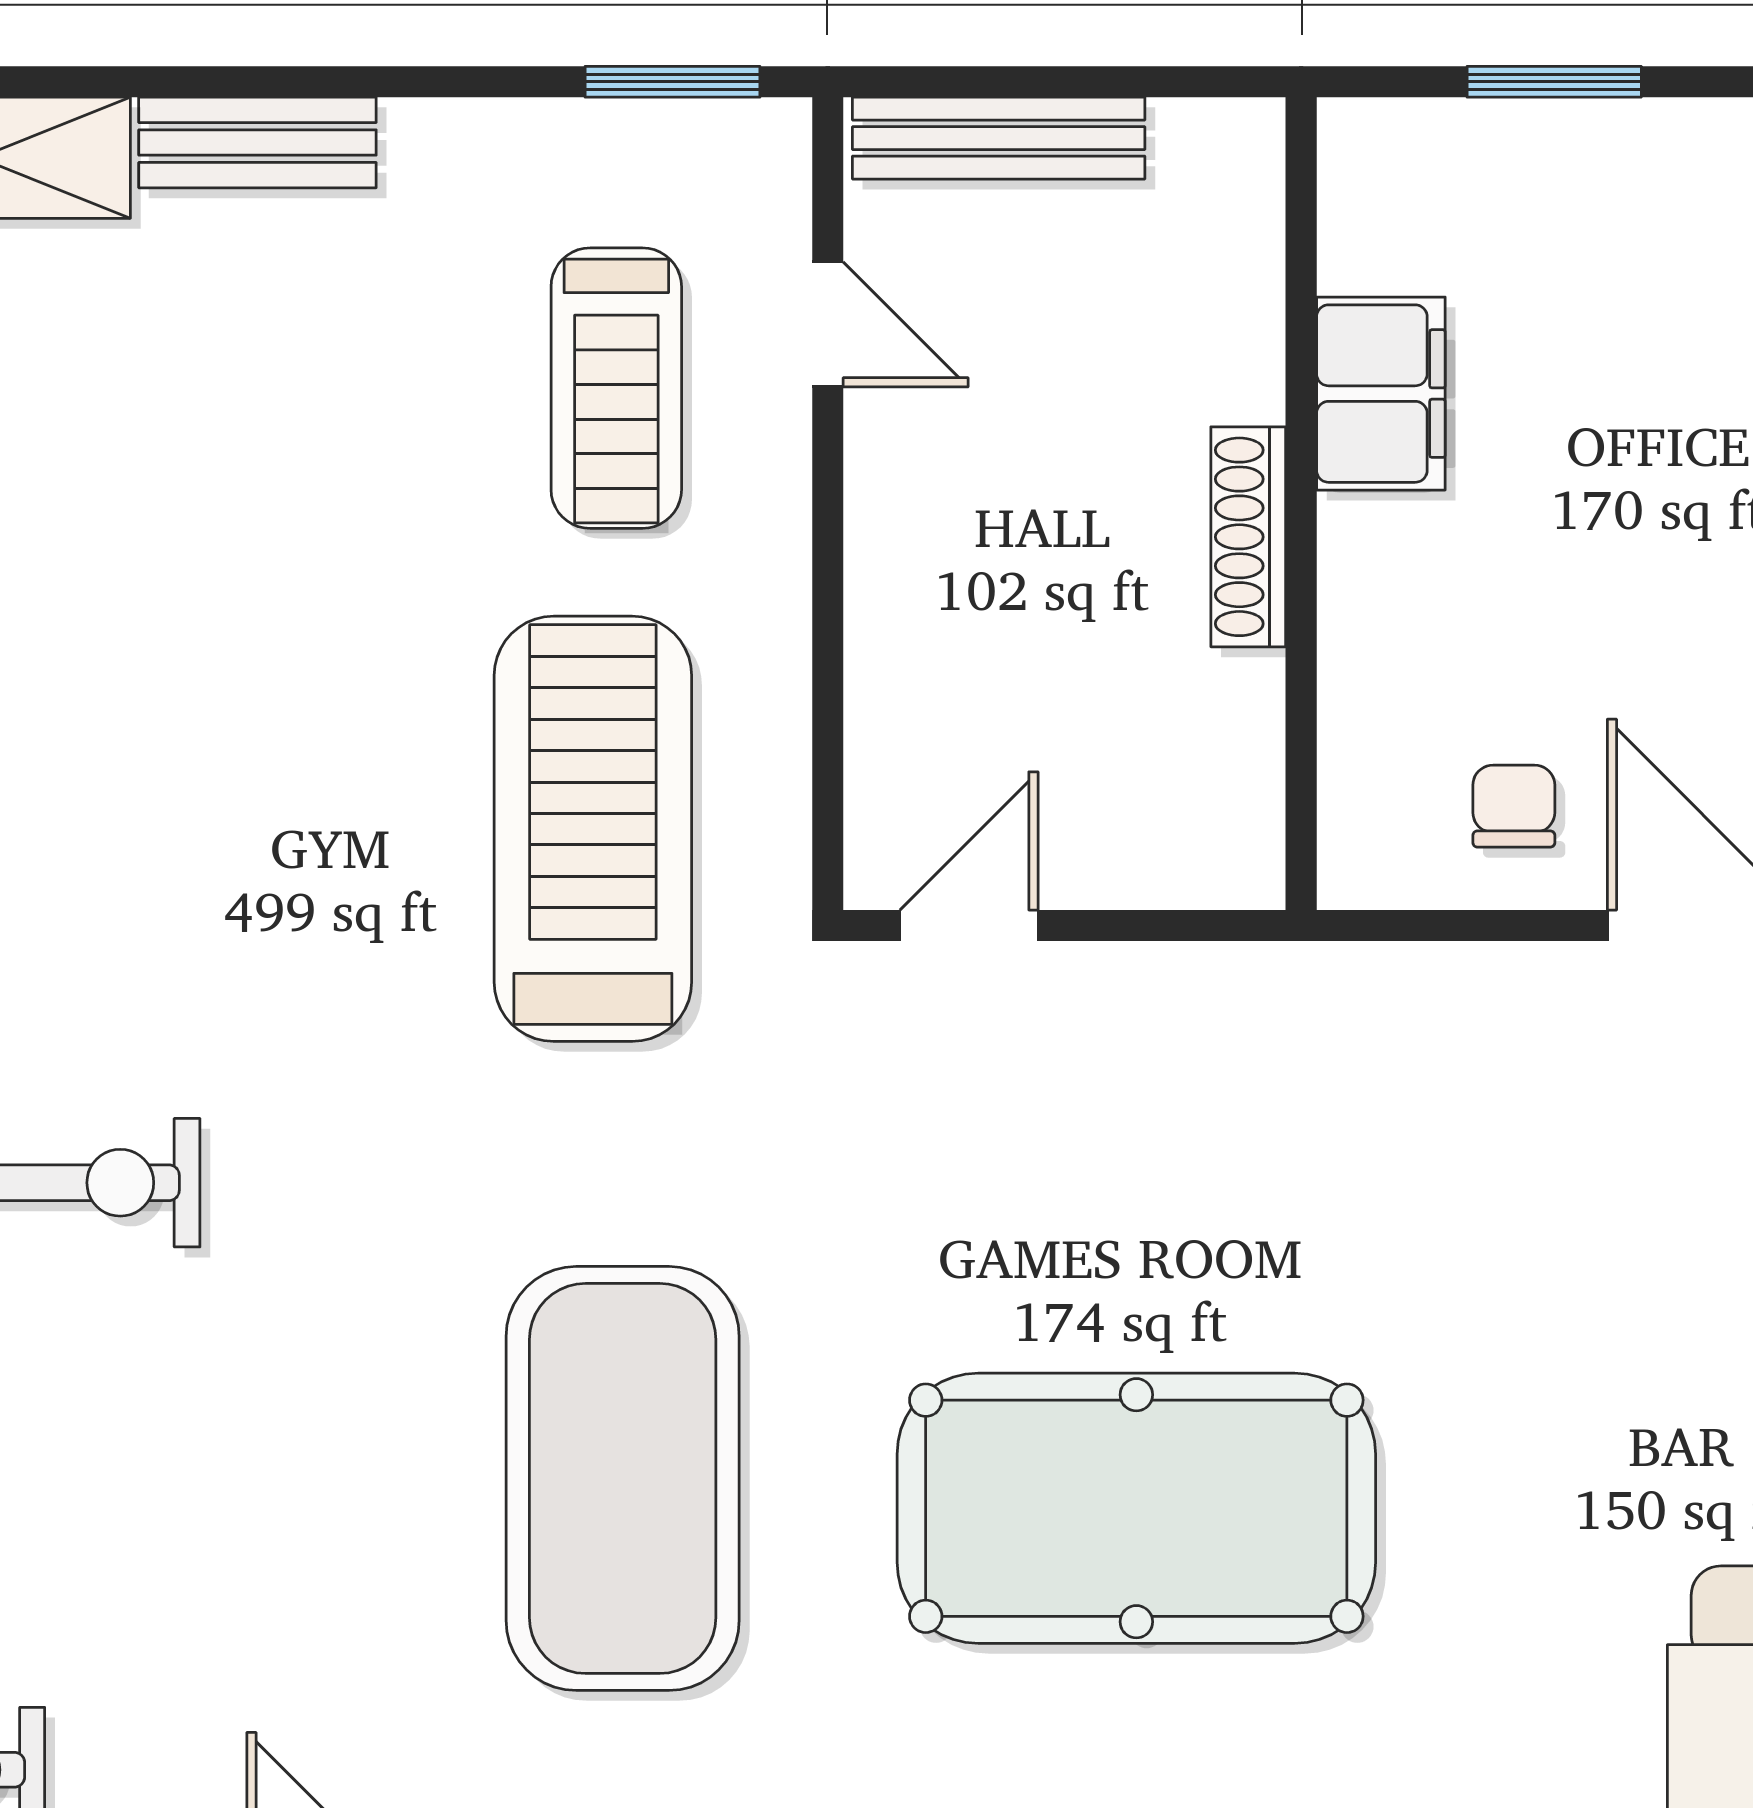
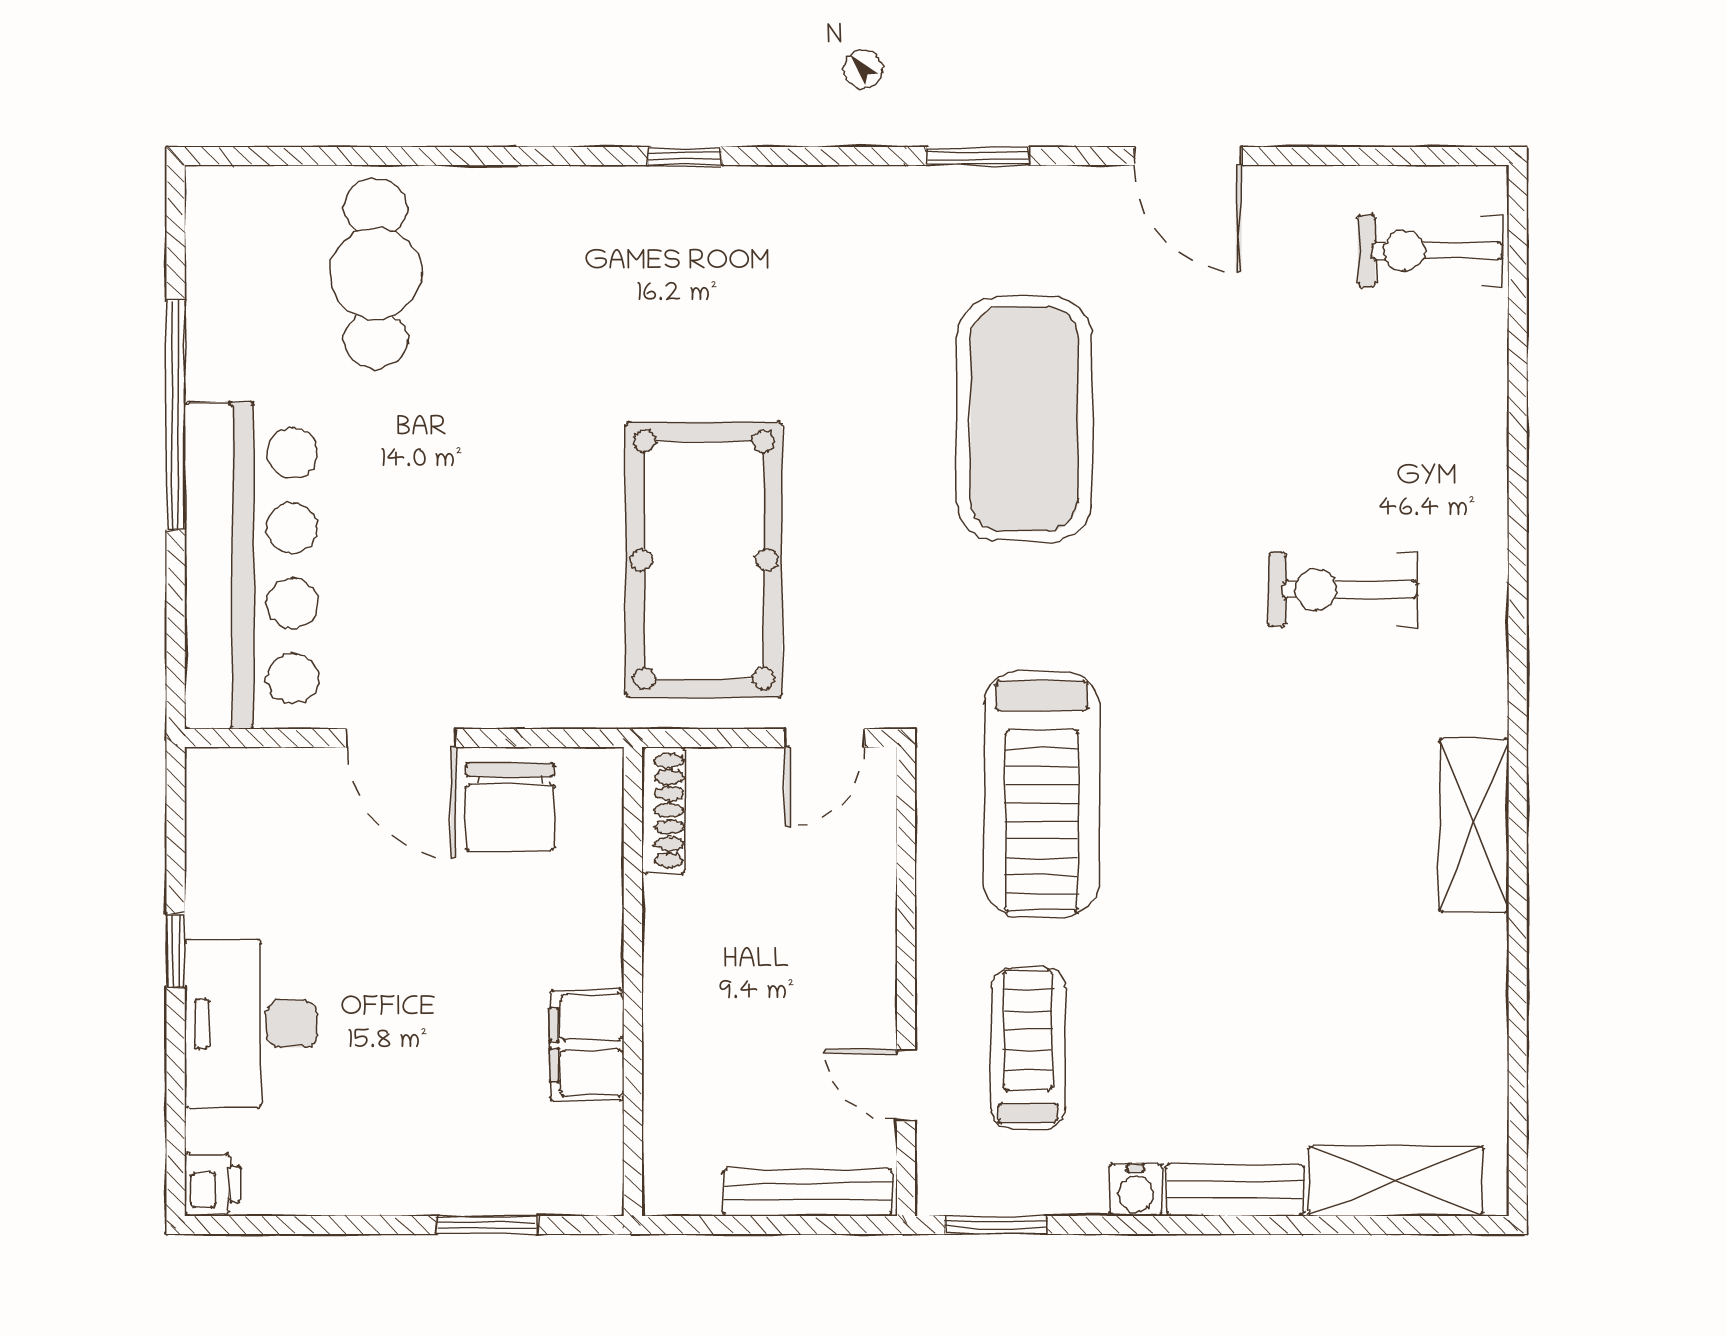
water cooler: (430, 143) -> (1136, 1190), added
shoe rack: (1248, 537) -> (663, 810), moved
chair: (1514, 806) -> (510, 807), width x1.87, depth x1.87
pool table: (1136, 1508) -> (704, 560), moved, turned 90

